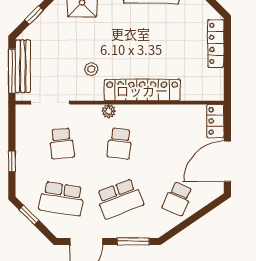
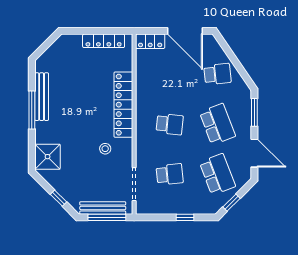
locker: (216, 43) -> (104, 41), moved
plant: (109, 111) -> (142, 134), removed
school desk: (62, 199) -> (217, 174), turned -30
school desk: (177, 199) -> (217, 74), turned -30

